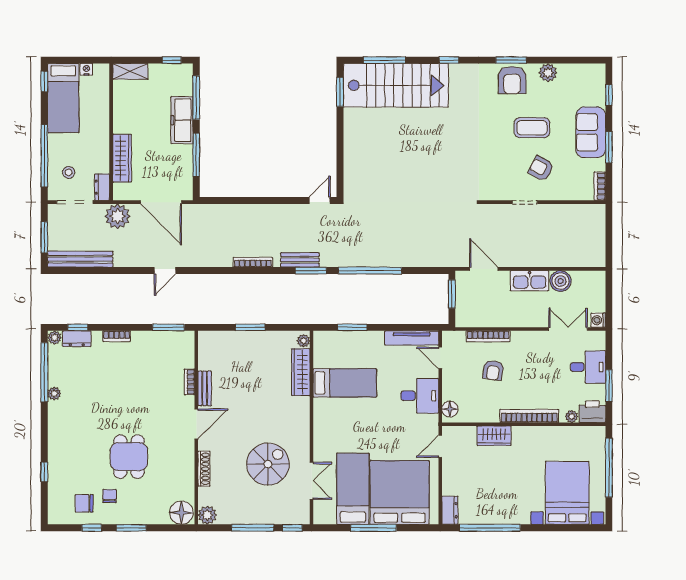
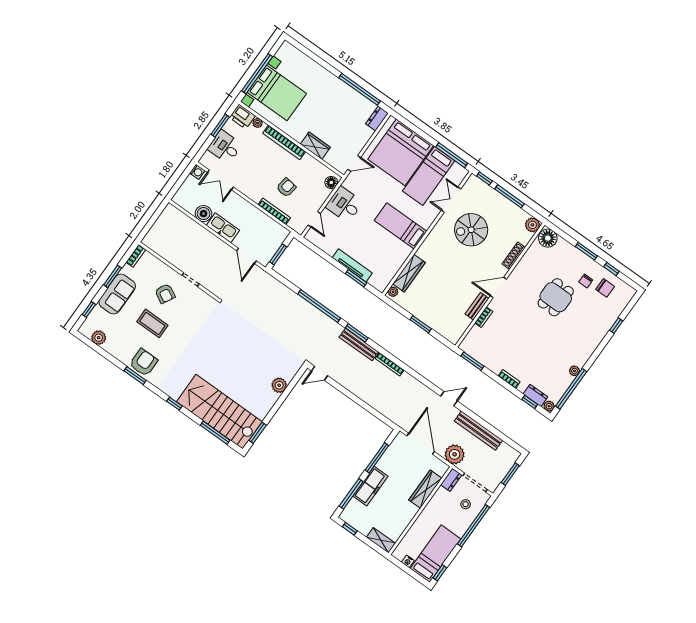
plant: (548, 73) -> (99, 338), moved
plant: (353, 158) -> (279, 385), added
bench: (80, 259) -> (478, 431), moved
bench: (300, 260) -> (359, 345), width x1.36
tv unit: (412, 338) -> (352, 265), moved
bed: (345, 383) -> (400, 226), moved
bed with nightstands: (567, 493) -> (277, 93), moved, turned -90
window: (373, 528) -> (452, 155), moved

